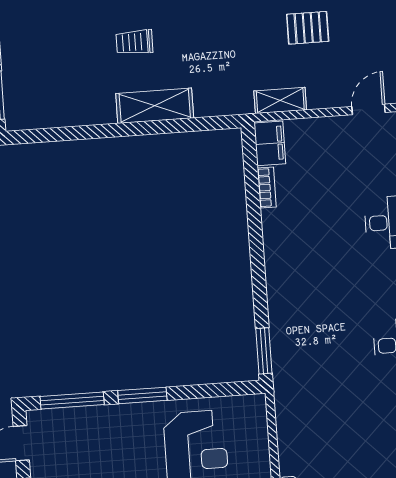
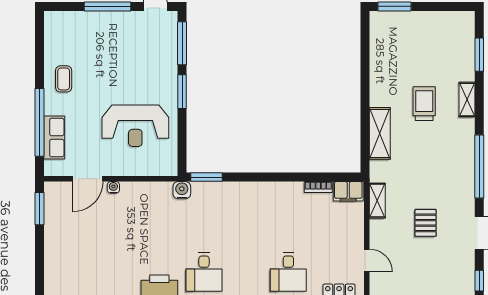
trolley: (134, 42) -> (424, 104), width x1.36, depth x1.39
shelving: (155, 106) -> (380, 133), moved
water cooler: (286, 385) -> (182, 190), added

